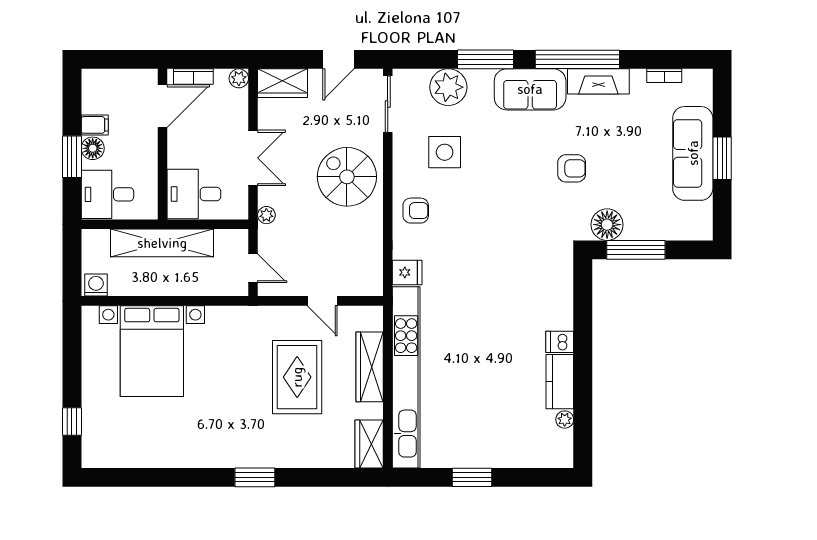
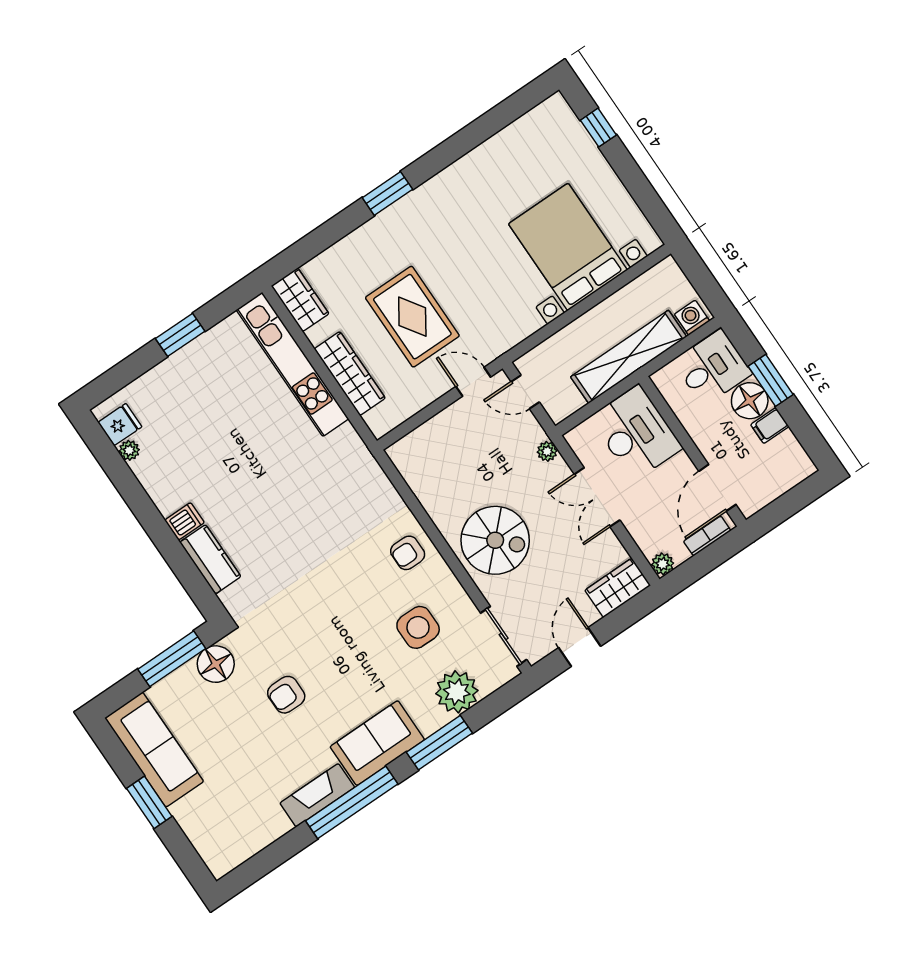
bookcase: (664, 76) -> (258, 844), removed
floor lamp: (93, 148) -> (750, 401), width x1.38, depth x1.38
sofa: (693, 153) -> (154, 750), moved
desk: (194, 194) -> (636, 433), width x1.37
fridge: (407, 272) -> (120, 425), moved, turned 180
washing machine: (96, 285) -> (692, 318), moved, turned 180
door: (322, 301) -> (473, 382), moved
kitchen unit: (406, 377) -> (292, 364), width x0.73
kitchen counter: (560, 382) -> (210, 559), moved

